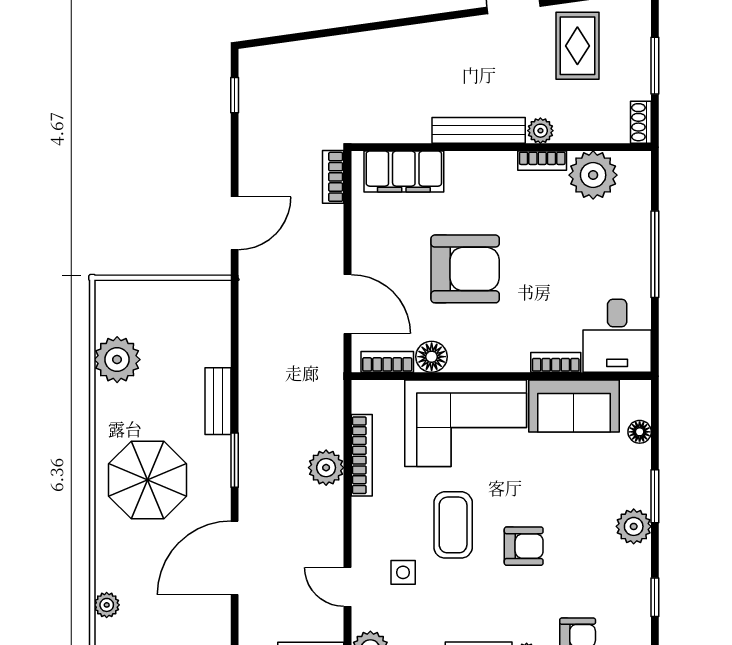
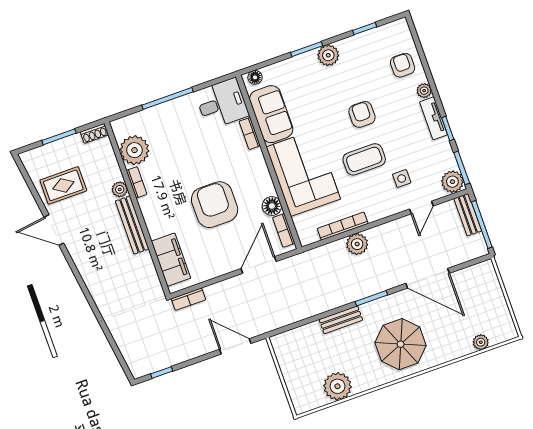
floor lamp: (640, 432) -> (255, 77), moved

